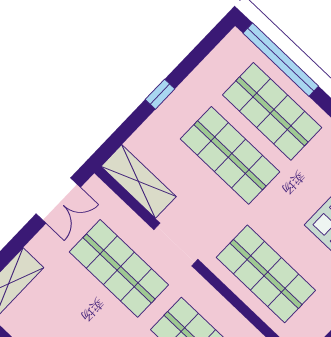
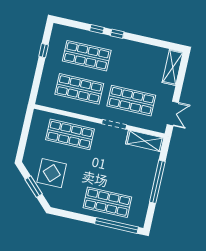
window: (160, 94) -> (157, 182), width x3.17
shop shelf: (230, 155) -> (114, 174), removed
double door: (58, 201) -> (173, 113), swing flipped

